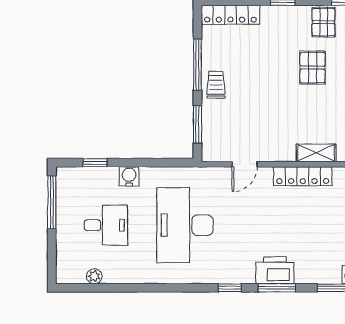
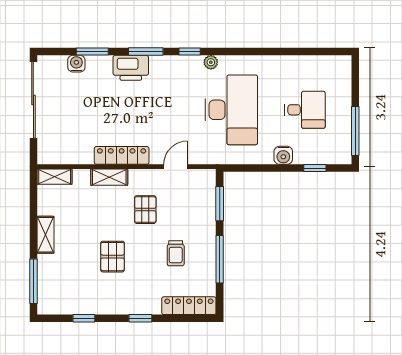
pallet: (323, 22) -> (145, 210), moved
trolley: (216, 85) -> (176, 253), moved
desk: (106, 225) -> (305, 110), turned 180
printer: (275, 270) -> (131, 68), moved
plant: (94, 276) -> (211, 62), moved

